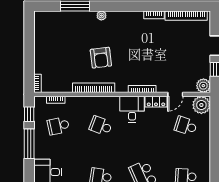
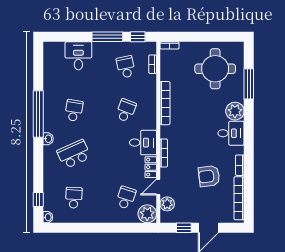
plant: (101, 16) -> (235, 111), width x1.87, depth x1.87
desk: (123, 24) -> (231, 133), added
round table: (60, 39) -> (215, 69), added
armchair: (101, 58) -> (209, 176), moved
plant: (203, 86) -> (167, 204), moved
door: (175, 94) -> (158, 187), hinge flipped

